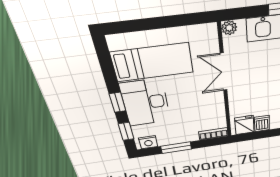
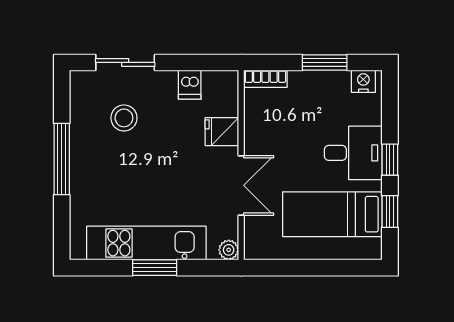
desk: (146, 103) -> (353, 153), width x0.73
fridge: (244, 125) -> (222, 132), moved, turned 90
window: (126, 131) -> (390, 212), moved

